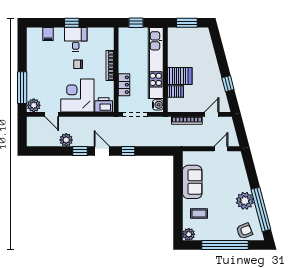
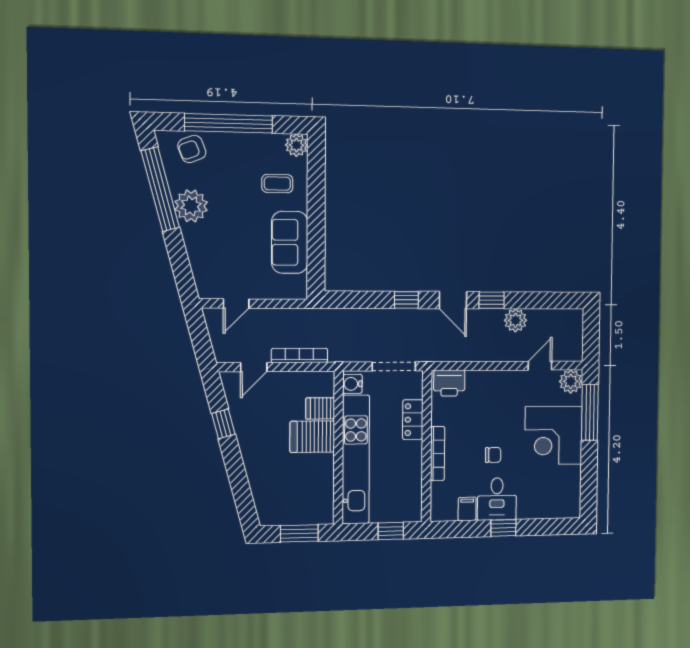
filing cabinet: (48, 34) -> (467, 509), moved
corner desk: (77, 96) -> (554, 435), moved, turned 90
door: (52, 114) -> (540, 366), hinge flipped

